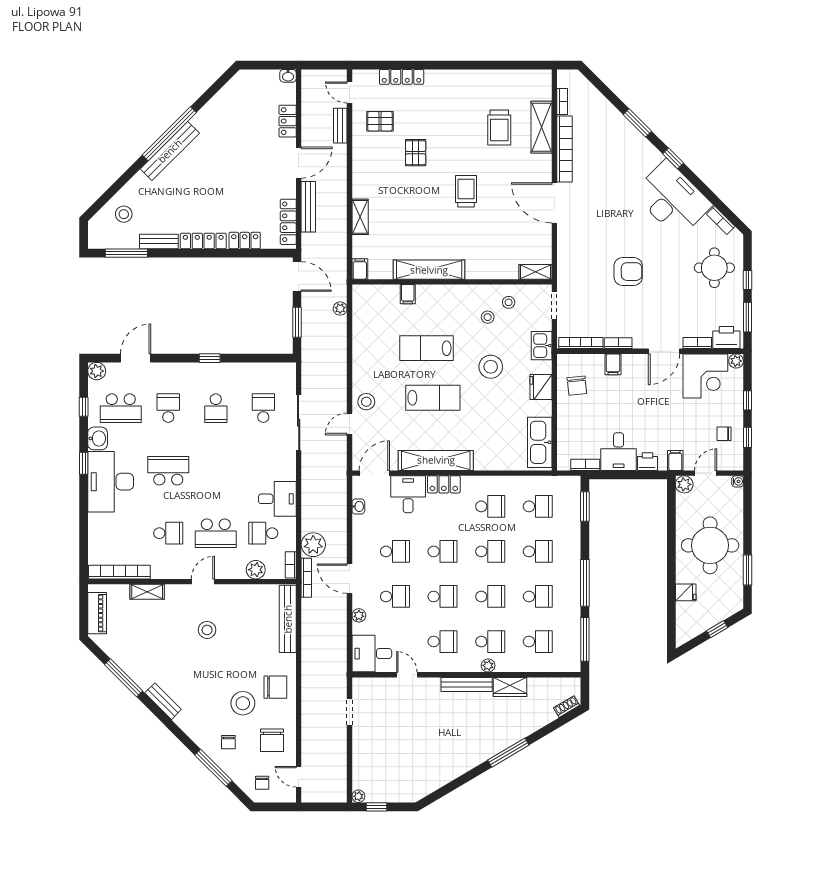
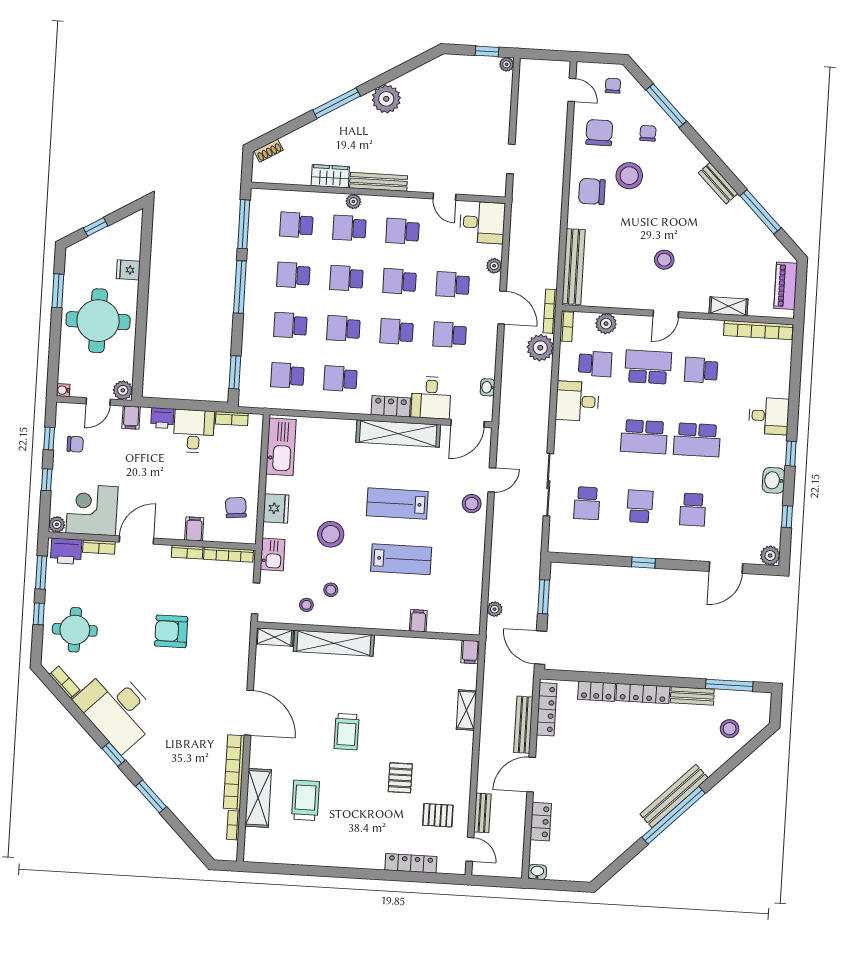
shelving: (429, 270) -> (334, 643), moved
school desk: (121, 408) -> (644, 437), moved, turned 180
desk: (111, 482) -> (769, 416), width x0.53, depth x0.77
plant: (464, 759) -> (386, 99), added

